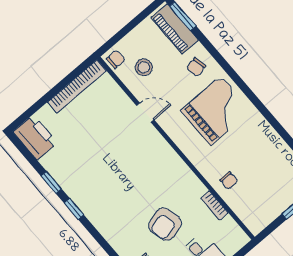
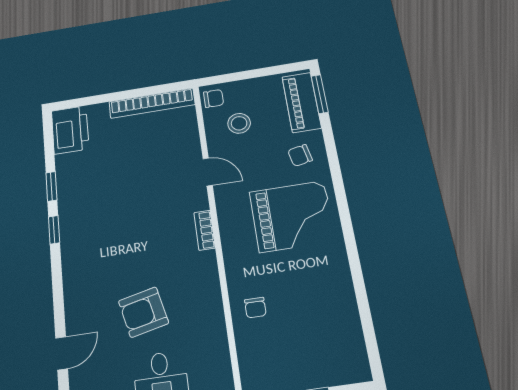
bookcase: (214, 206) -> (204, 230), moved

